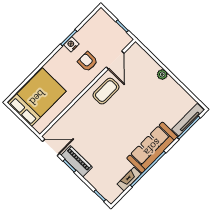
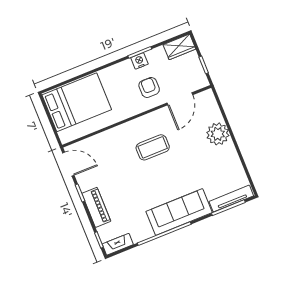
wardrobe: (97, 20) -> (179, 47), added
plant: (162, 74) -> (218, 134), width x1.88, depth x1.88
coffee table: (106, 91) -> (153, 147), moved
piano: (77, 161) -> (96, 207), moved
fireplace: (129, 179) -> (118, 244), moved

